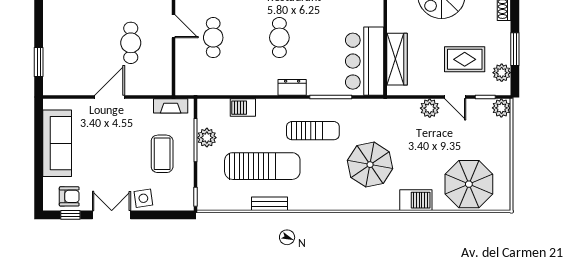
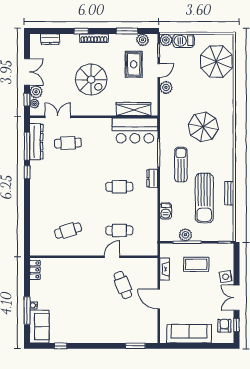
cafe table: (131, 43) -> (123, 285), turned 68
fireplace: (171, 106) -> (165, 269), moved
sun lounger: (262, 166) -> (204, 198), turned 180
barbecue: (416, 200) -> (184, 41), moved, turned -90

